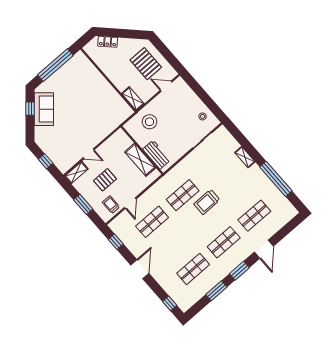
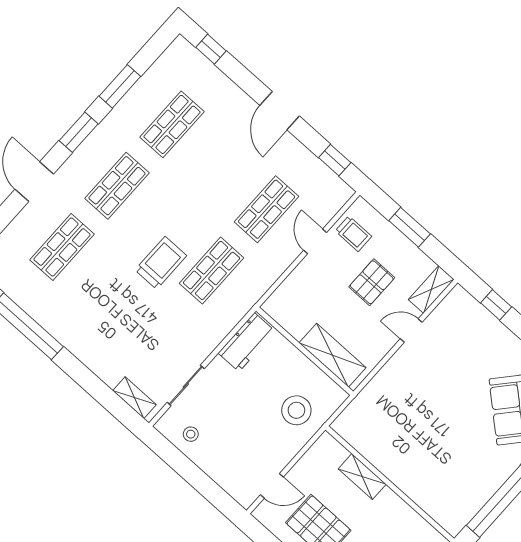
shelving: (133, 99) -> (362, 476), moved
workbench: (157, 155) -> (247, 342), moved, turned -90
shelving: (245, 157) -> (134, 398), moved
shelving: (140, 160) -> (332, 355), moved

